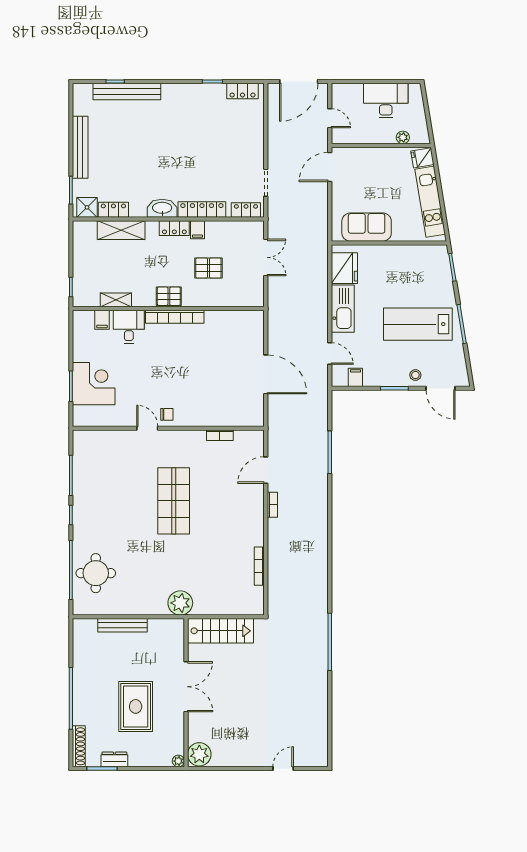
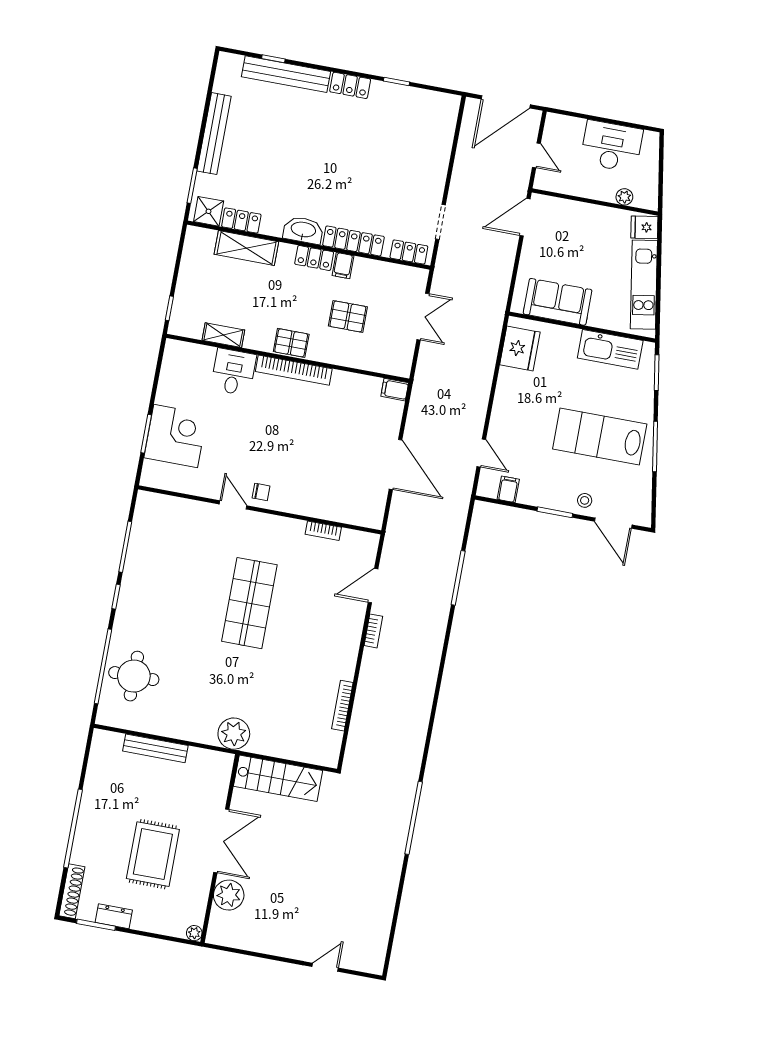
locker: (243, 91) -> (350, 85), moved
kitchen sink: (343, 309) -> (610, 349), moved, turned 90
filing cabinet: (102, 320) -> (395, 390), moved, turned 90
plant: (199, 754) -> (229, 895), moved

